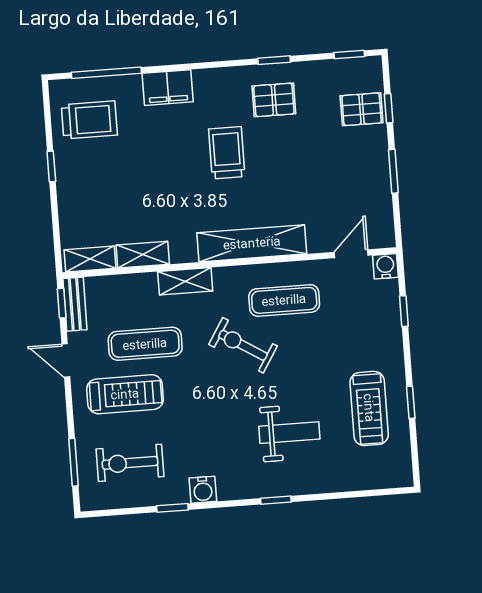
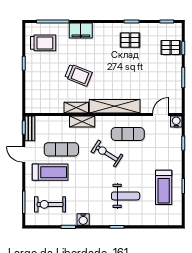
trolley: (227, 153) -> (78, 75), moved, turned 112
shelving: (143, 255) -> (76, 108), moved
shelving: (90, 259) -> (39, 108), removed

